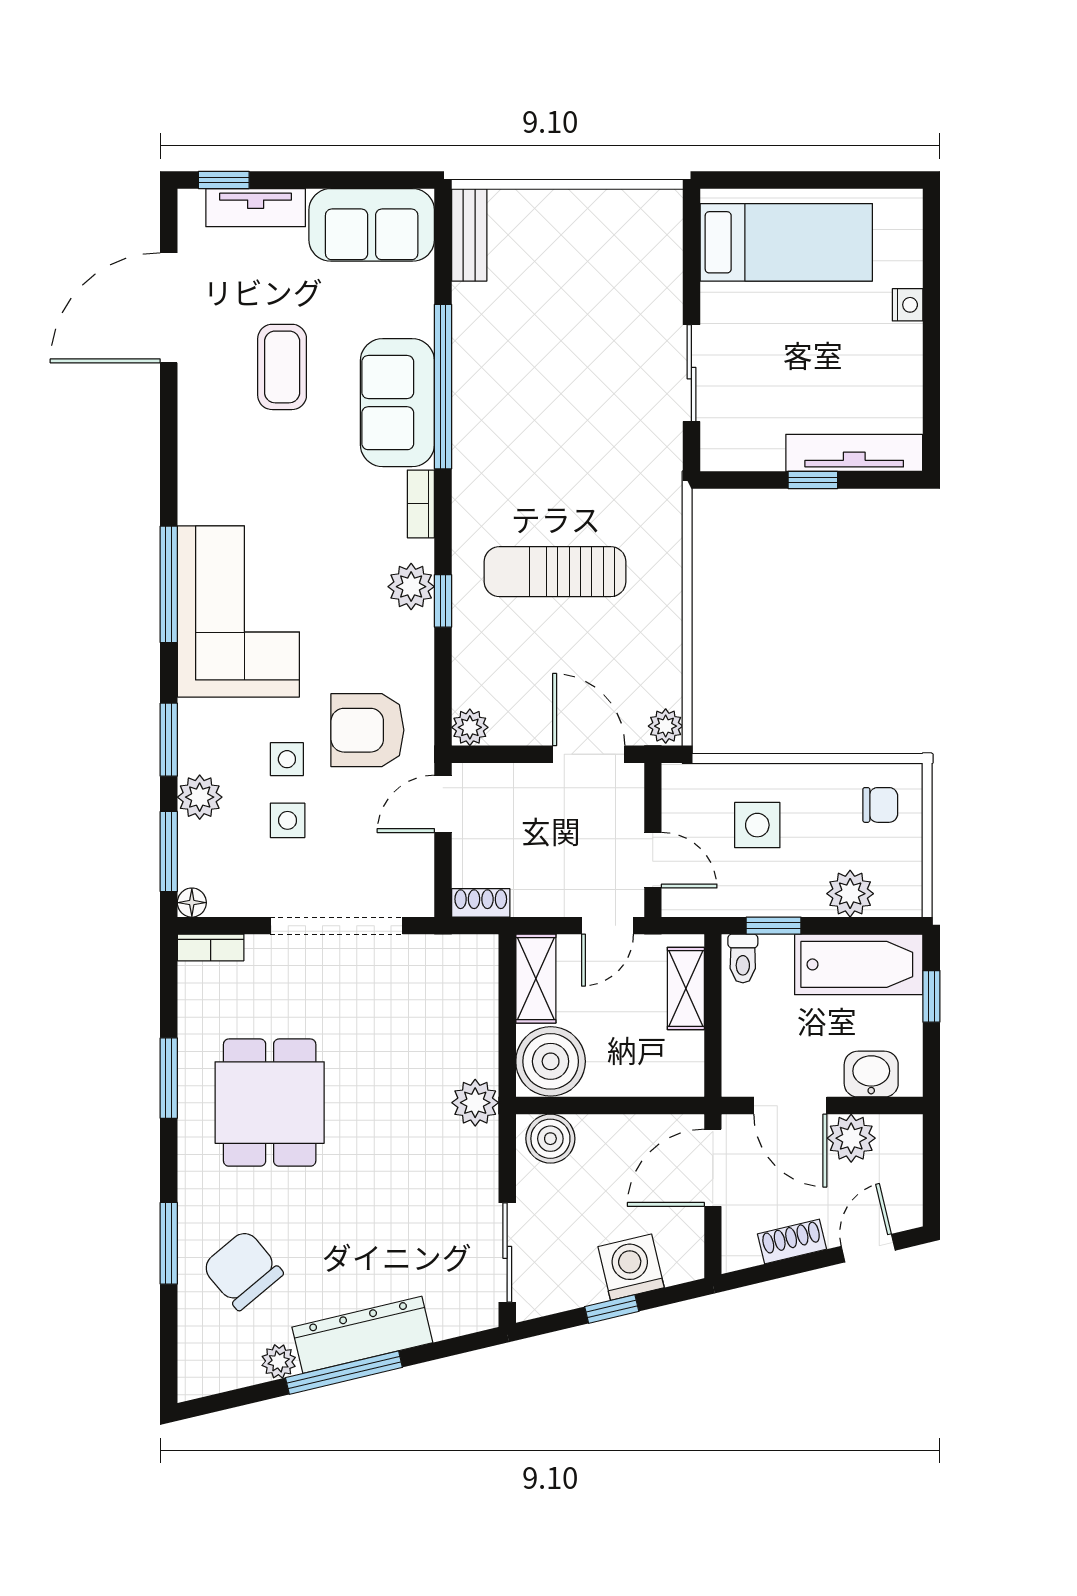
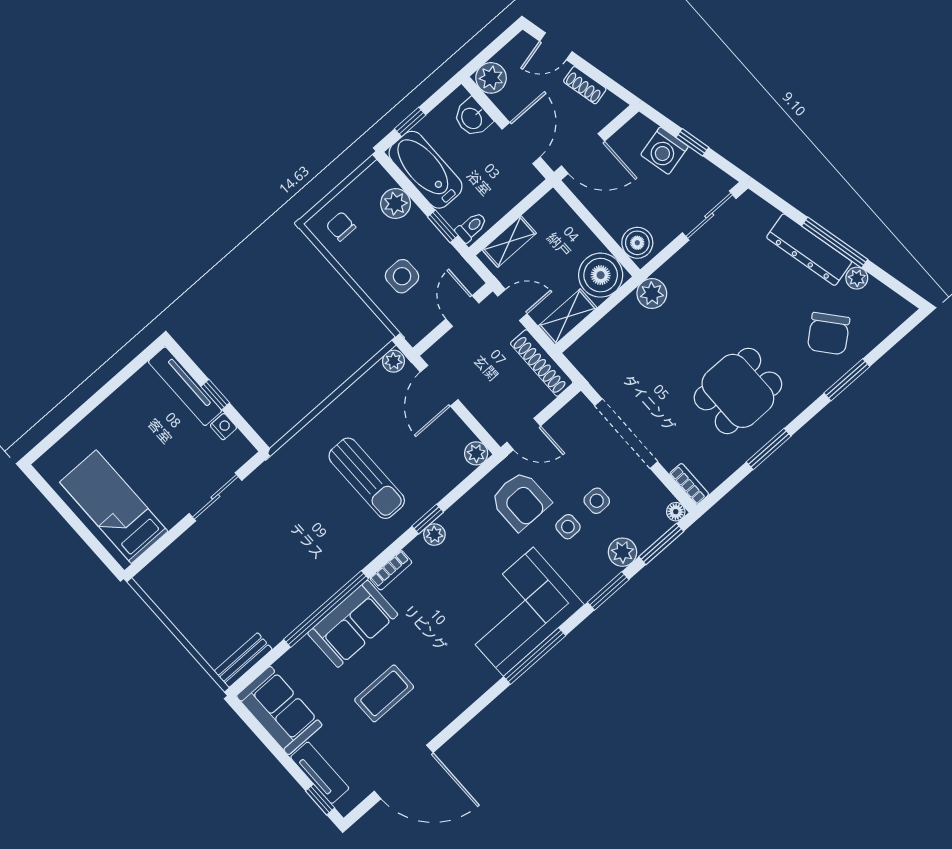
nightstand: (908, 305) -> (223, 427), moved, turned 90
plant: (411, 587) -> (434, 535), width x0.73, depth x0.73
shoe rack: (481, 903) -> (542, 363), width x1.94, depth x1.24
plant: (851, 1138) -> (491, 78), moved

